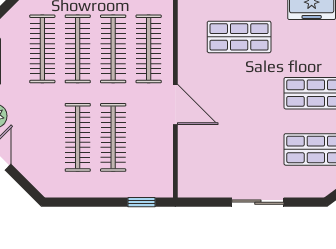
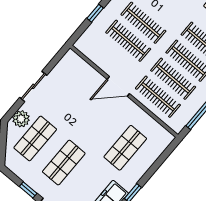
plant: (307, 185) -> (21, 119), added
window: (141, 202) -> (95, 13), moved

